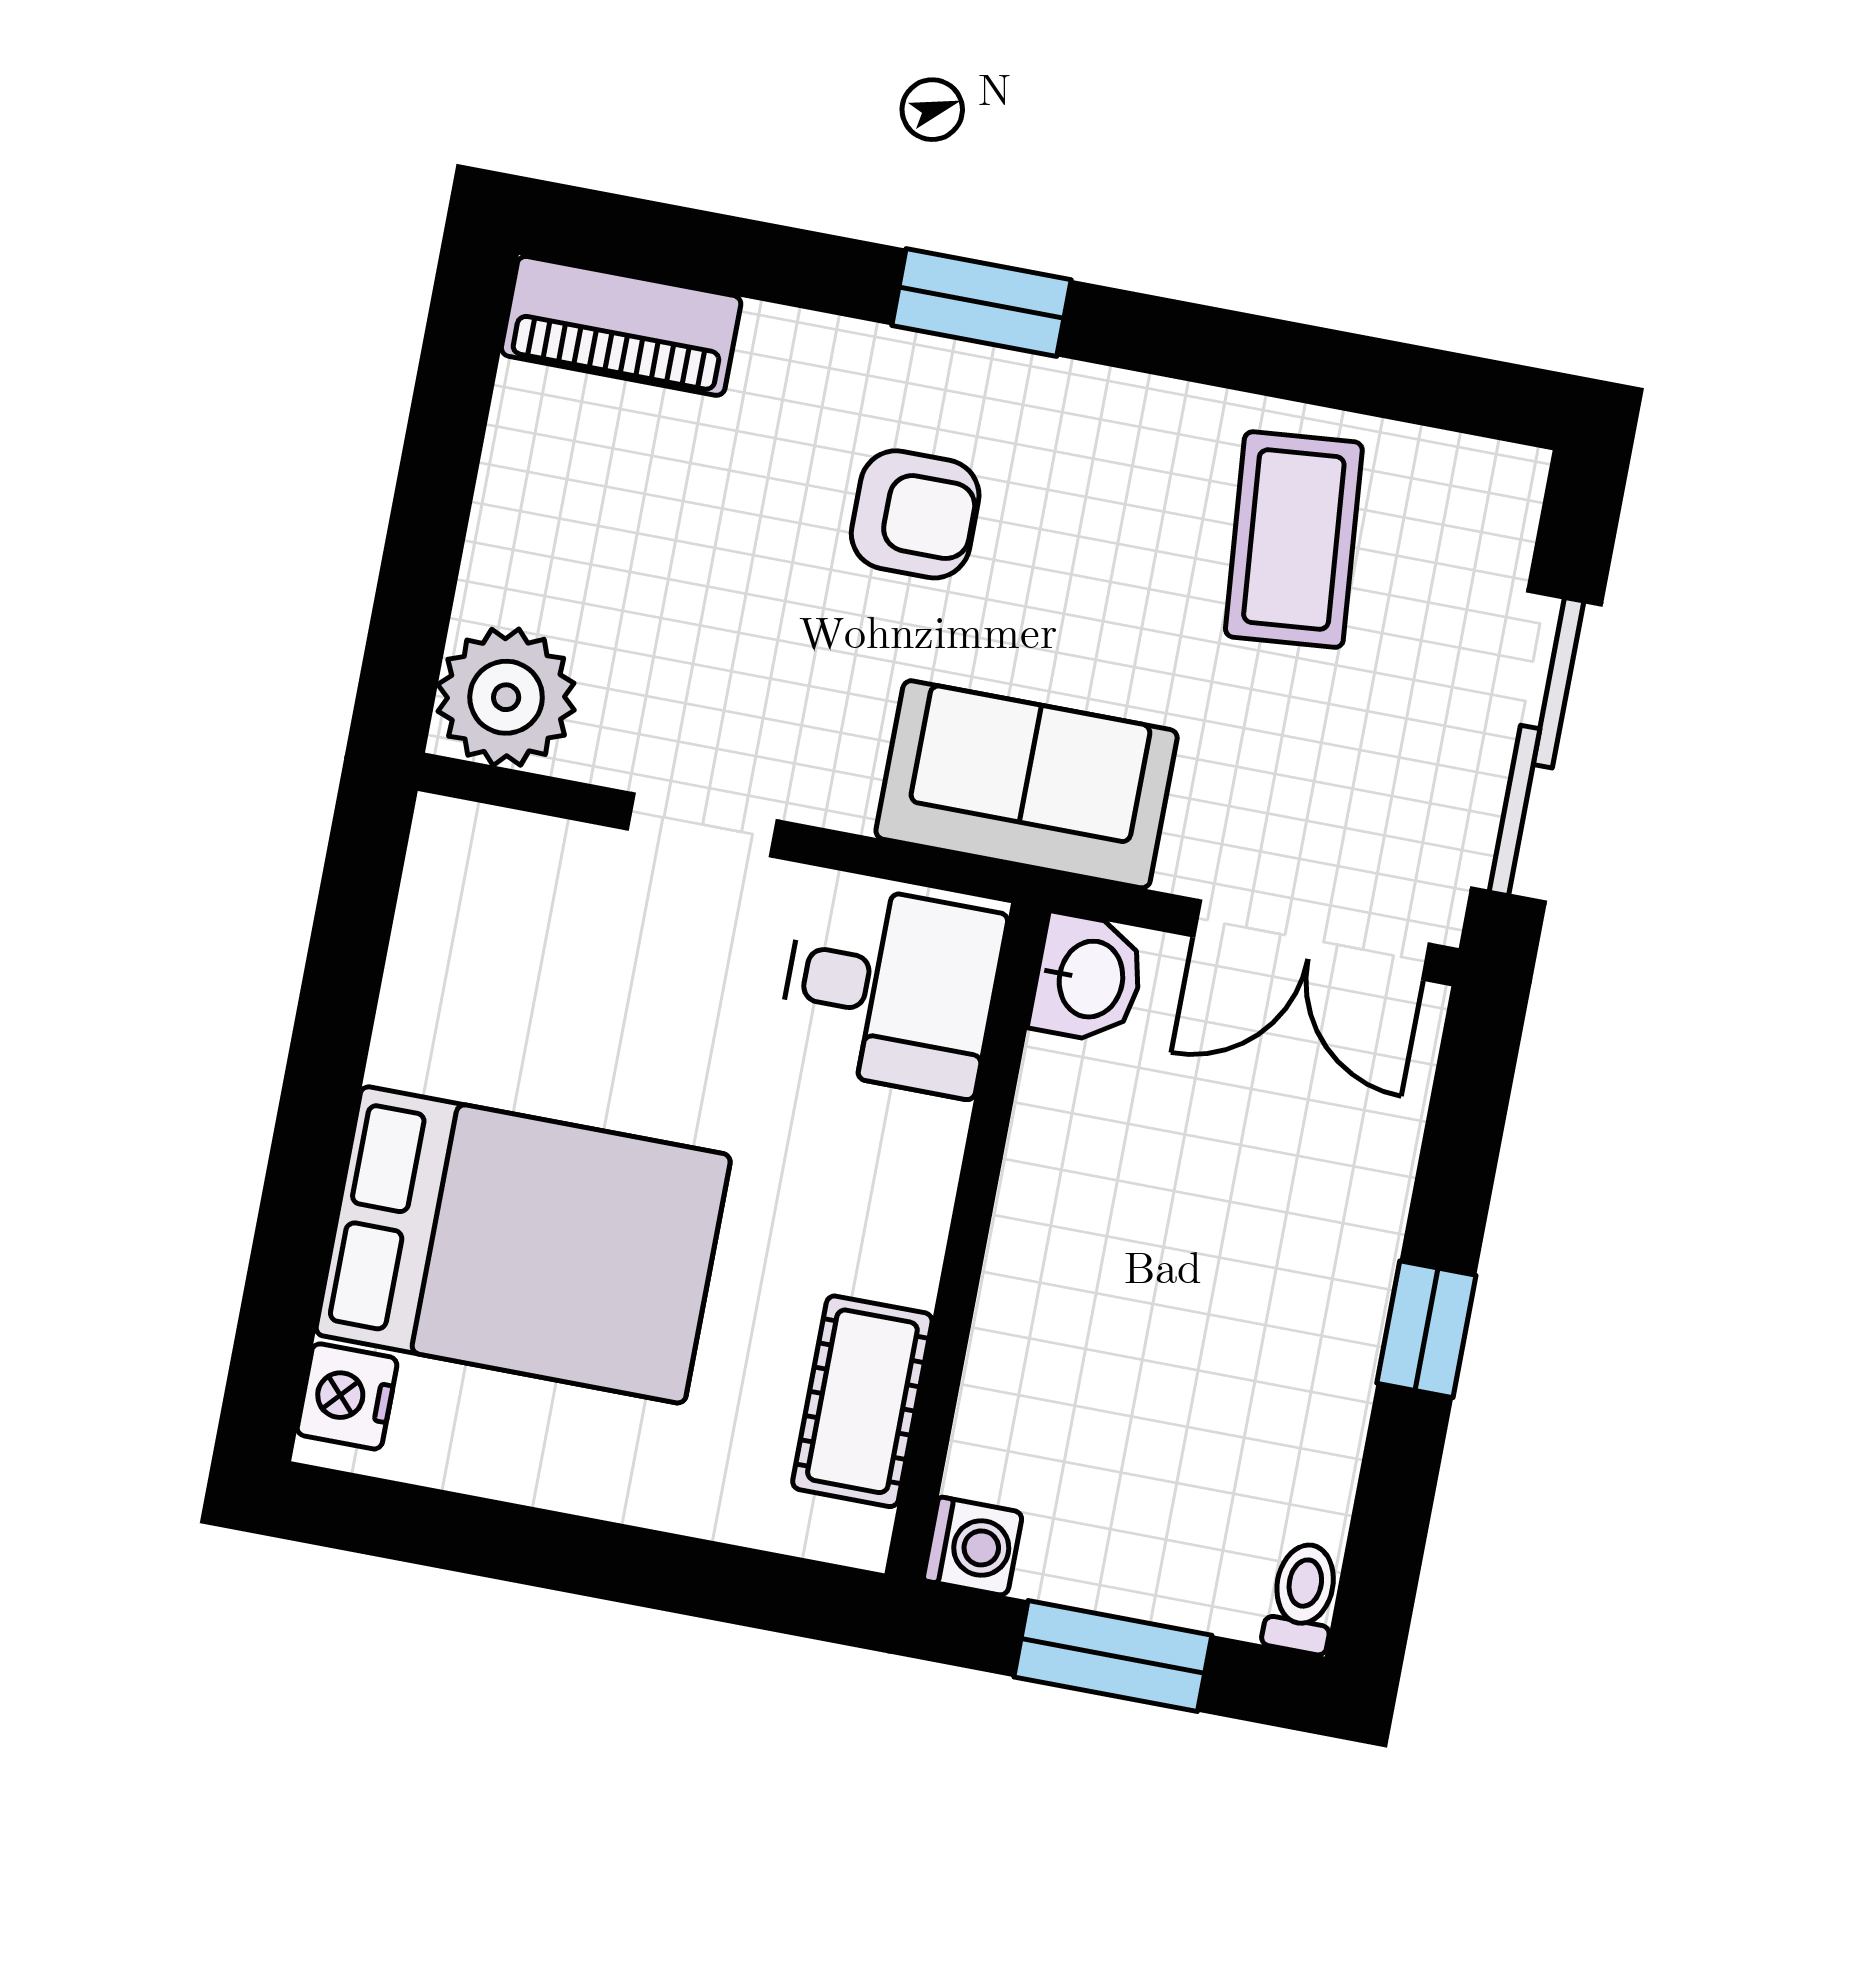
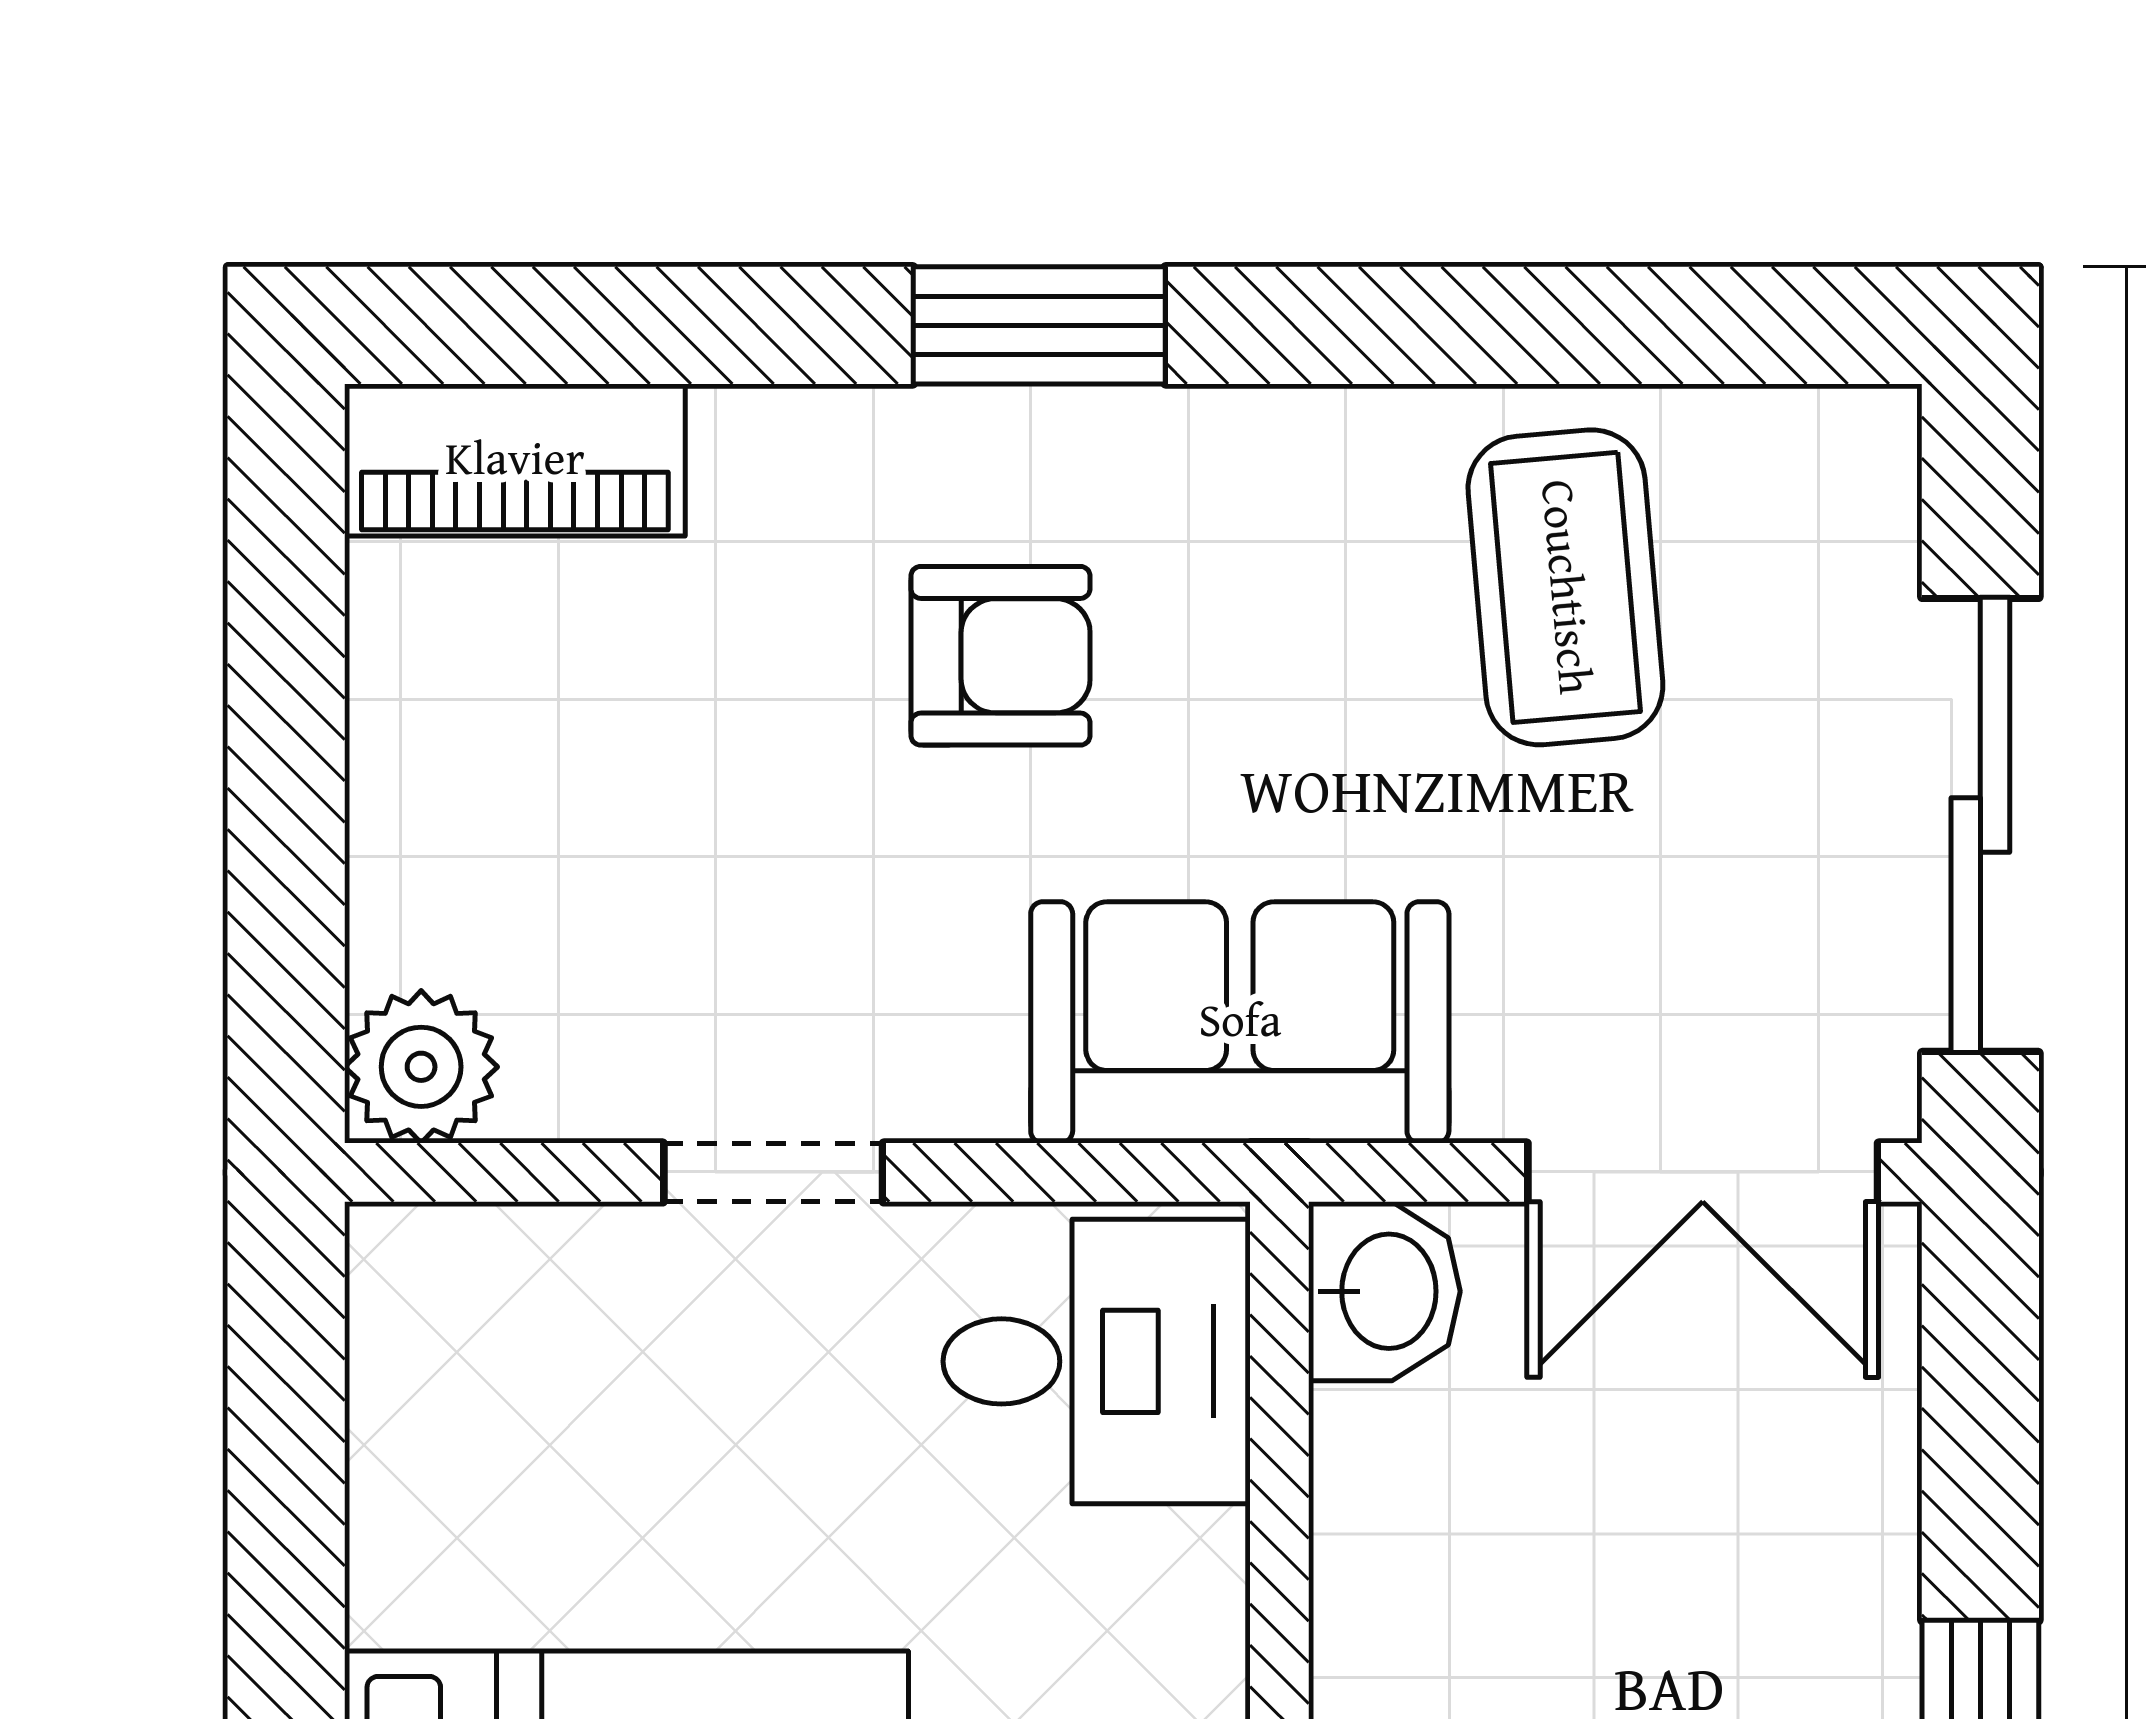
plant: (506, 697) -> (421, 1067), width x0.73, depth x0.73

